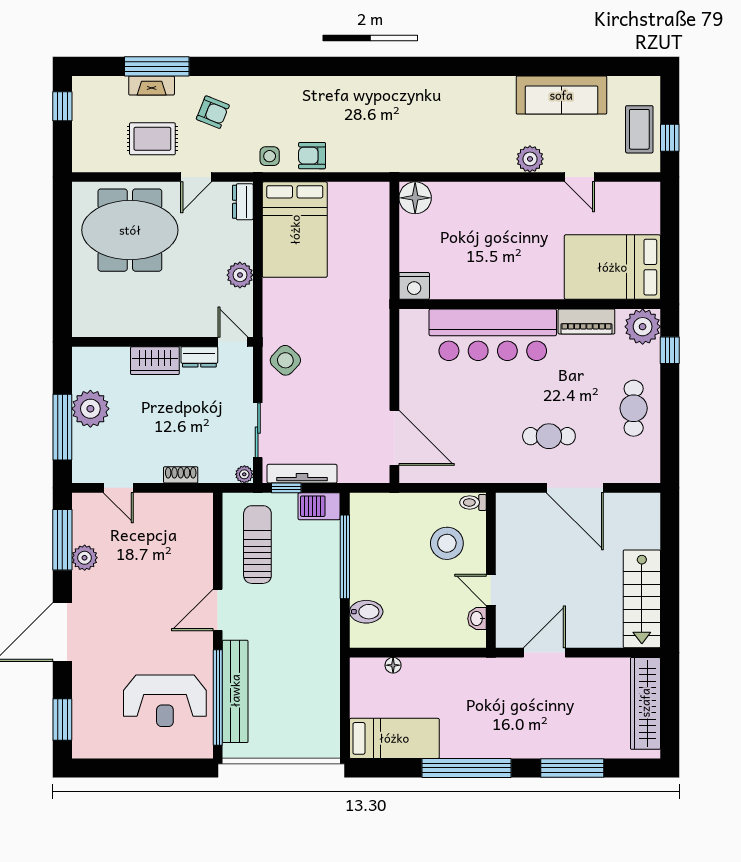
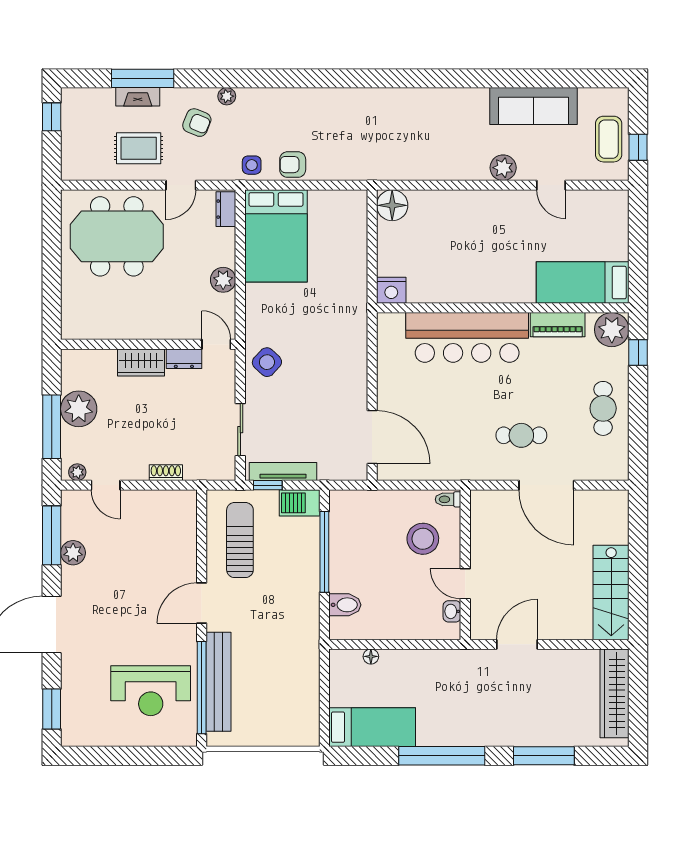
plant: (244, 85) -> (227, 96), added
bed: (612, 267) -> (583, 283), width x0.67
plant: (244, 474) -> (77, 472), moved

